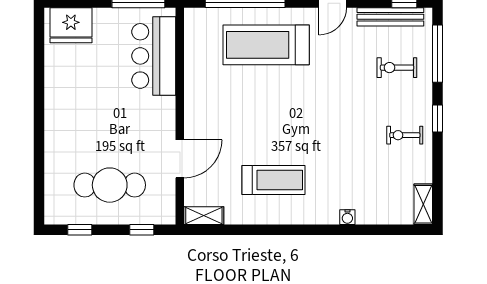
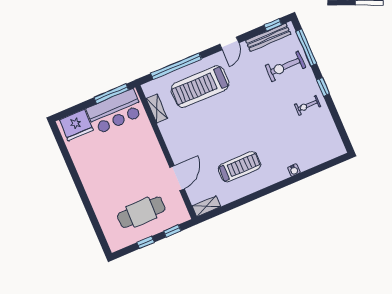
bar counter: (154, 56) -> (115, 112), moved, turned -90
exercise bike: (397, 68) -> (285, 66), width x1.38, depth x1.39
shelving: (423, 204) -> (157, 109), moved
window: (80, 230) -> (146, 242), moved

